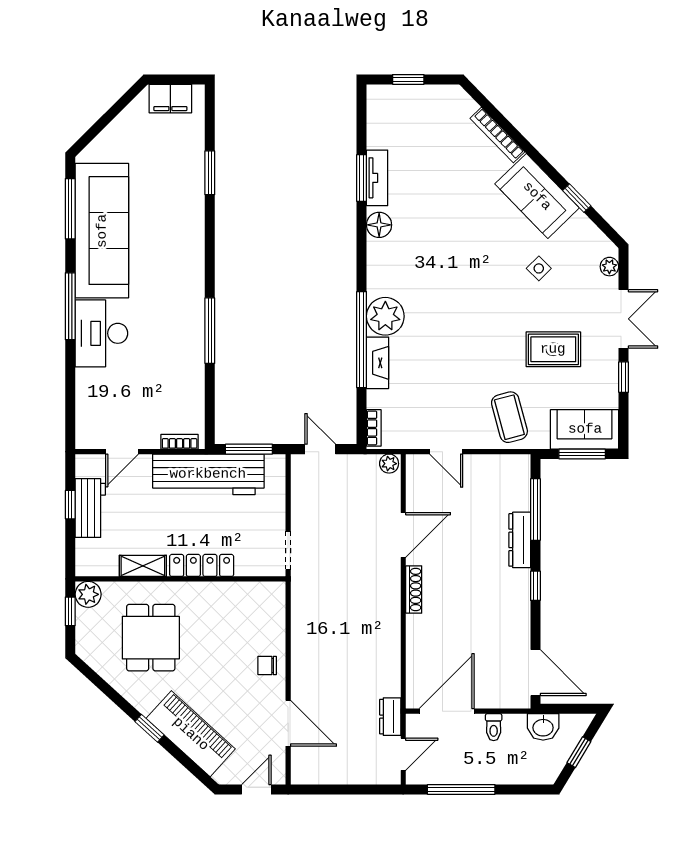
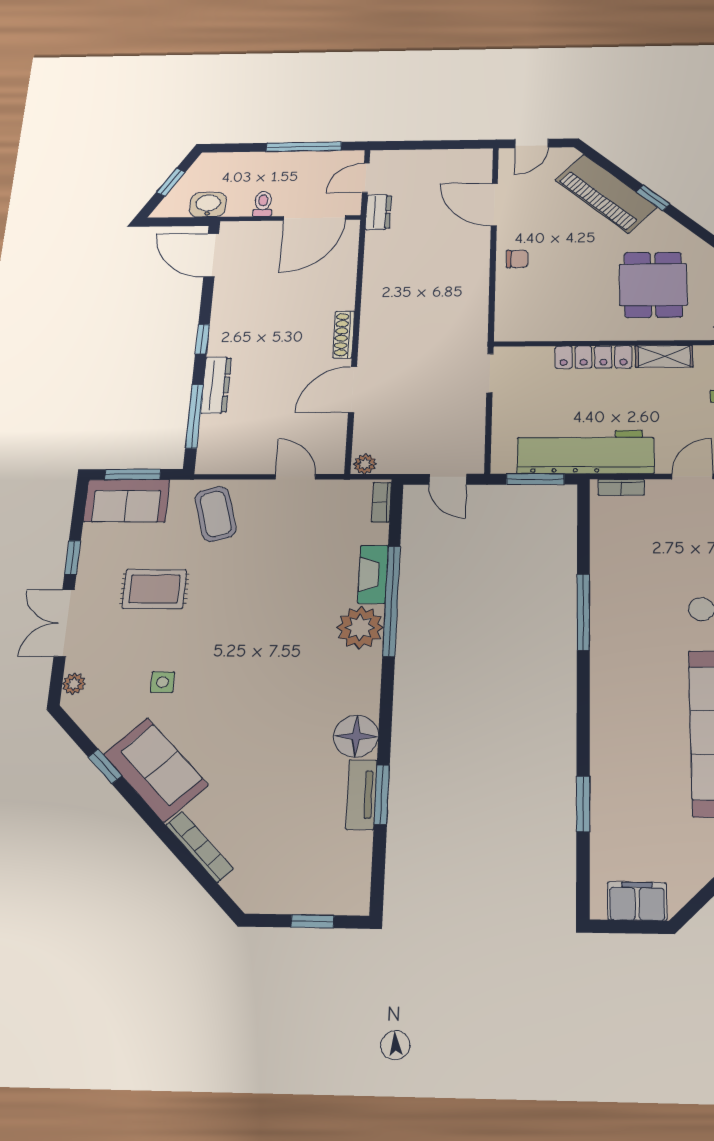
floor lamp: (379, 225) -> (356, 736), width x1.38, depth x1.38
side table: (539, 268) -> (163, 682), turned 45

